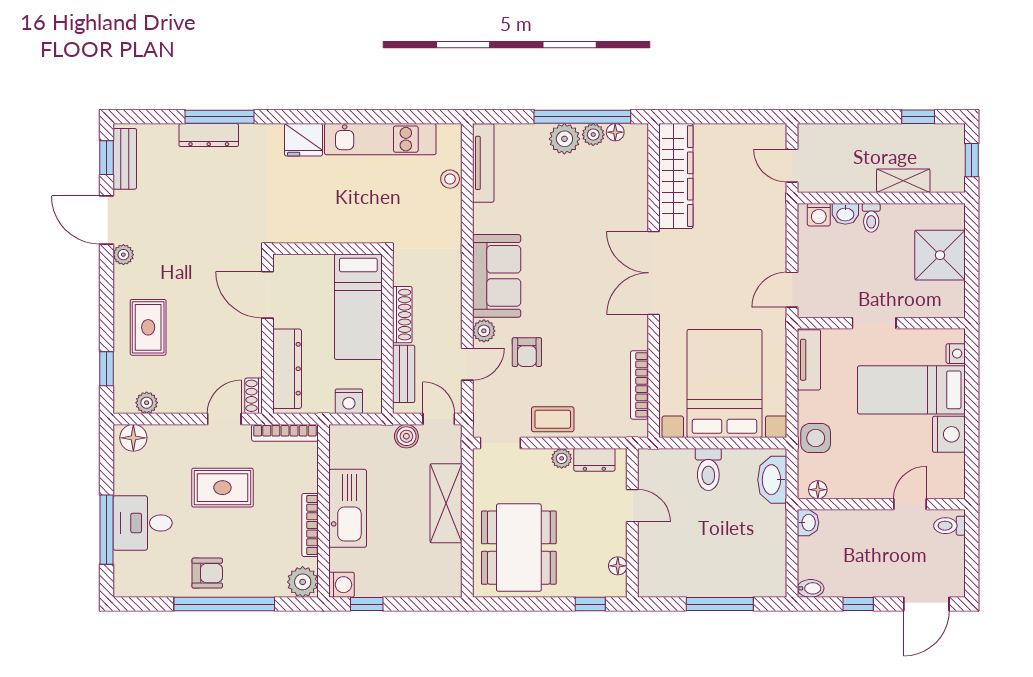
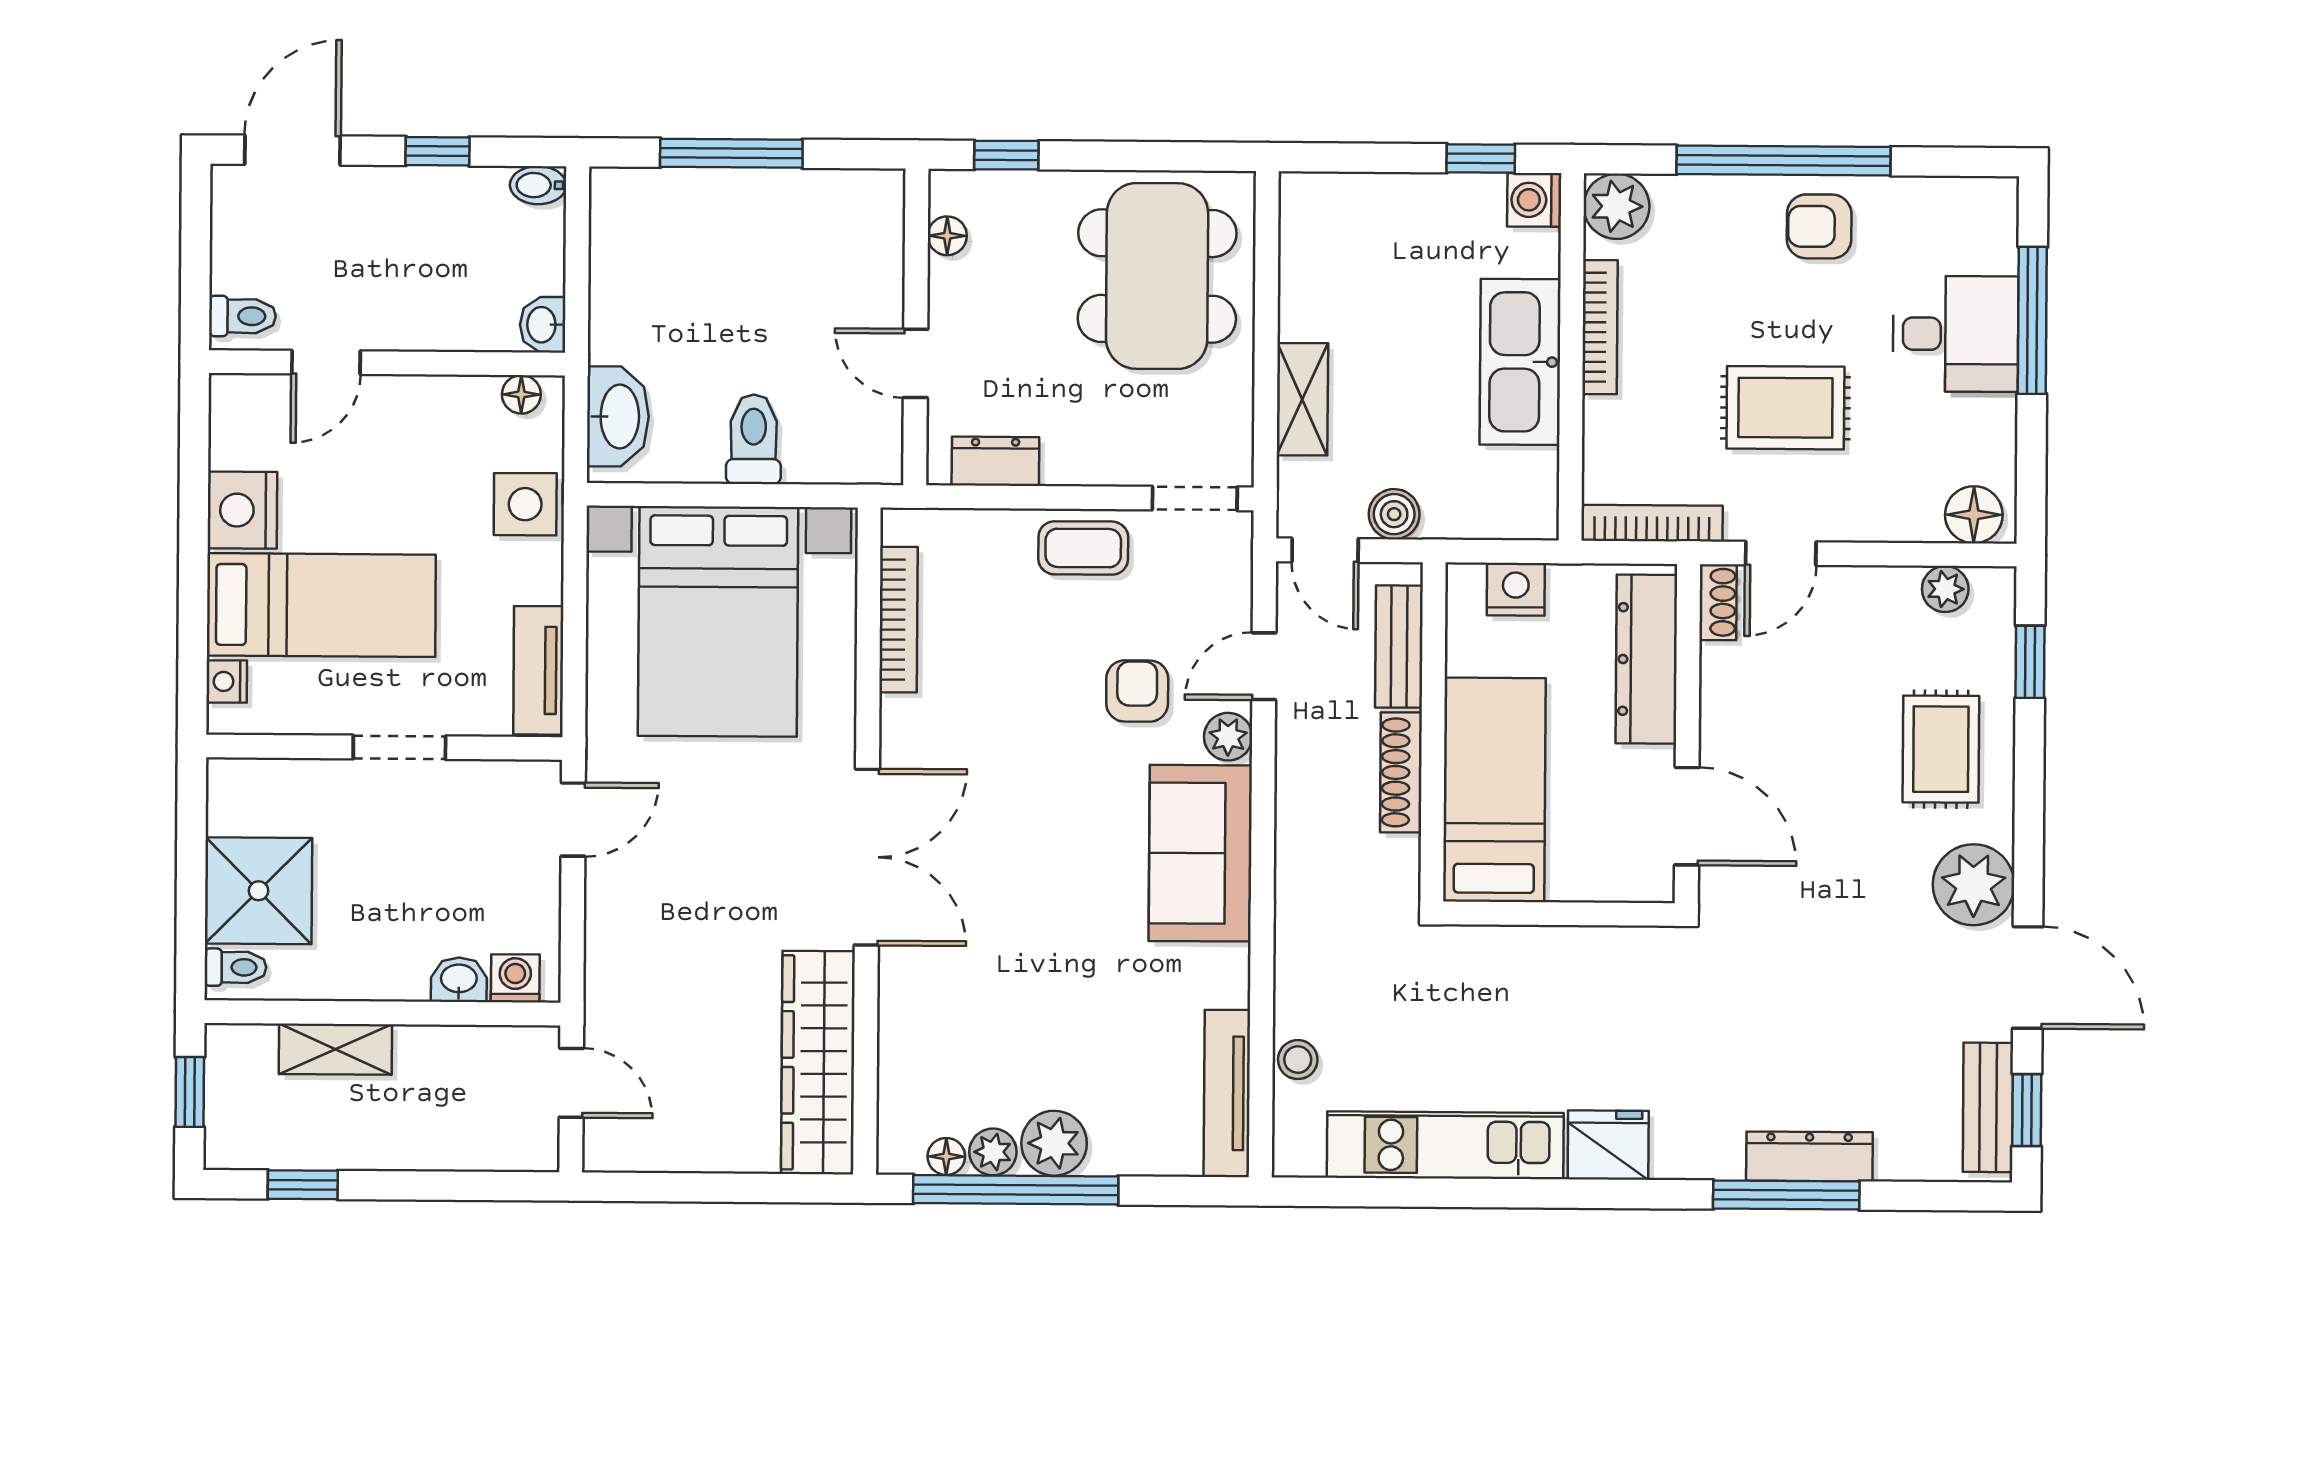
toilet: (871, 218) -> (235, 967), moved, turned 90
plant: (123, 255) -> (1974, 885), width x1.88, depth x1.88
plant: (562, 458) -> (1065, 465), removed
shelving: (446, 503) -> (1302, 399), width x0.67, depth x0.75

